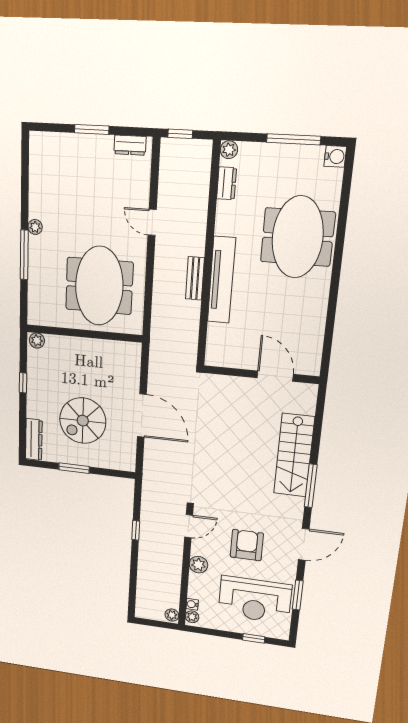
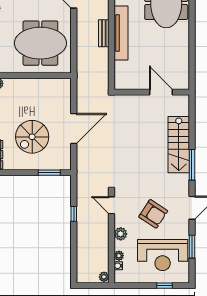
meeting table: (99, 286) -> (40, 43), turned 90
door: (142, 416) -> (74, 129), hinge flipped
window: (74, 468) -> (49, 173), moved
door: (189, 526) -> (111, 205), swing flipped
armchair: (247, 545) -> (153, 214), turned 123
plant: (192, 617) -> (119, 256), moved

